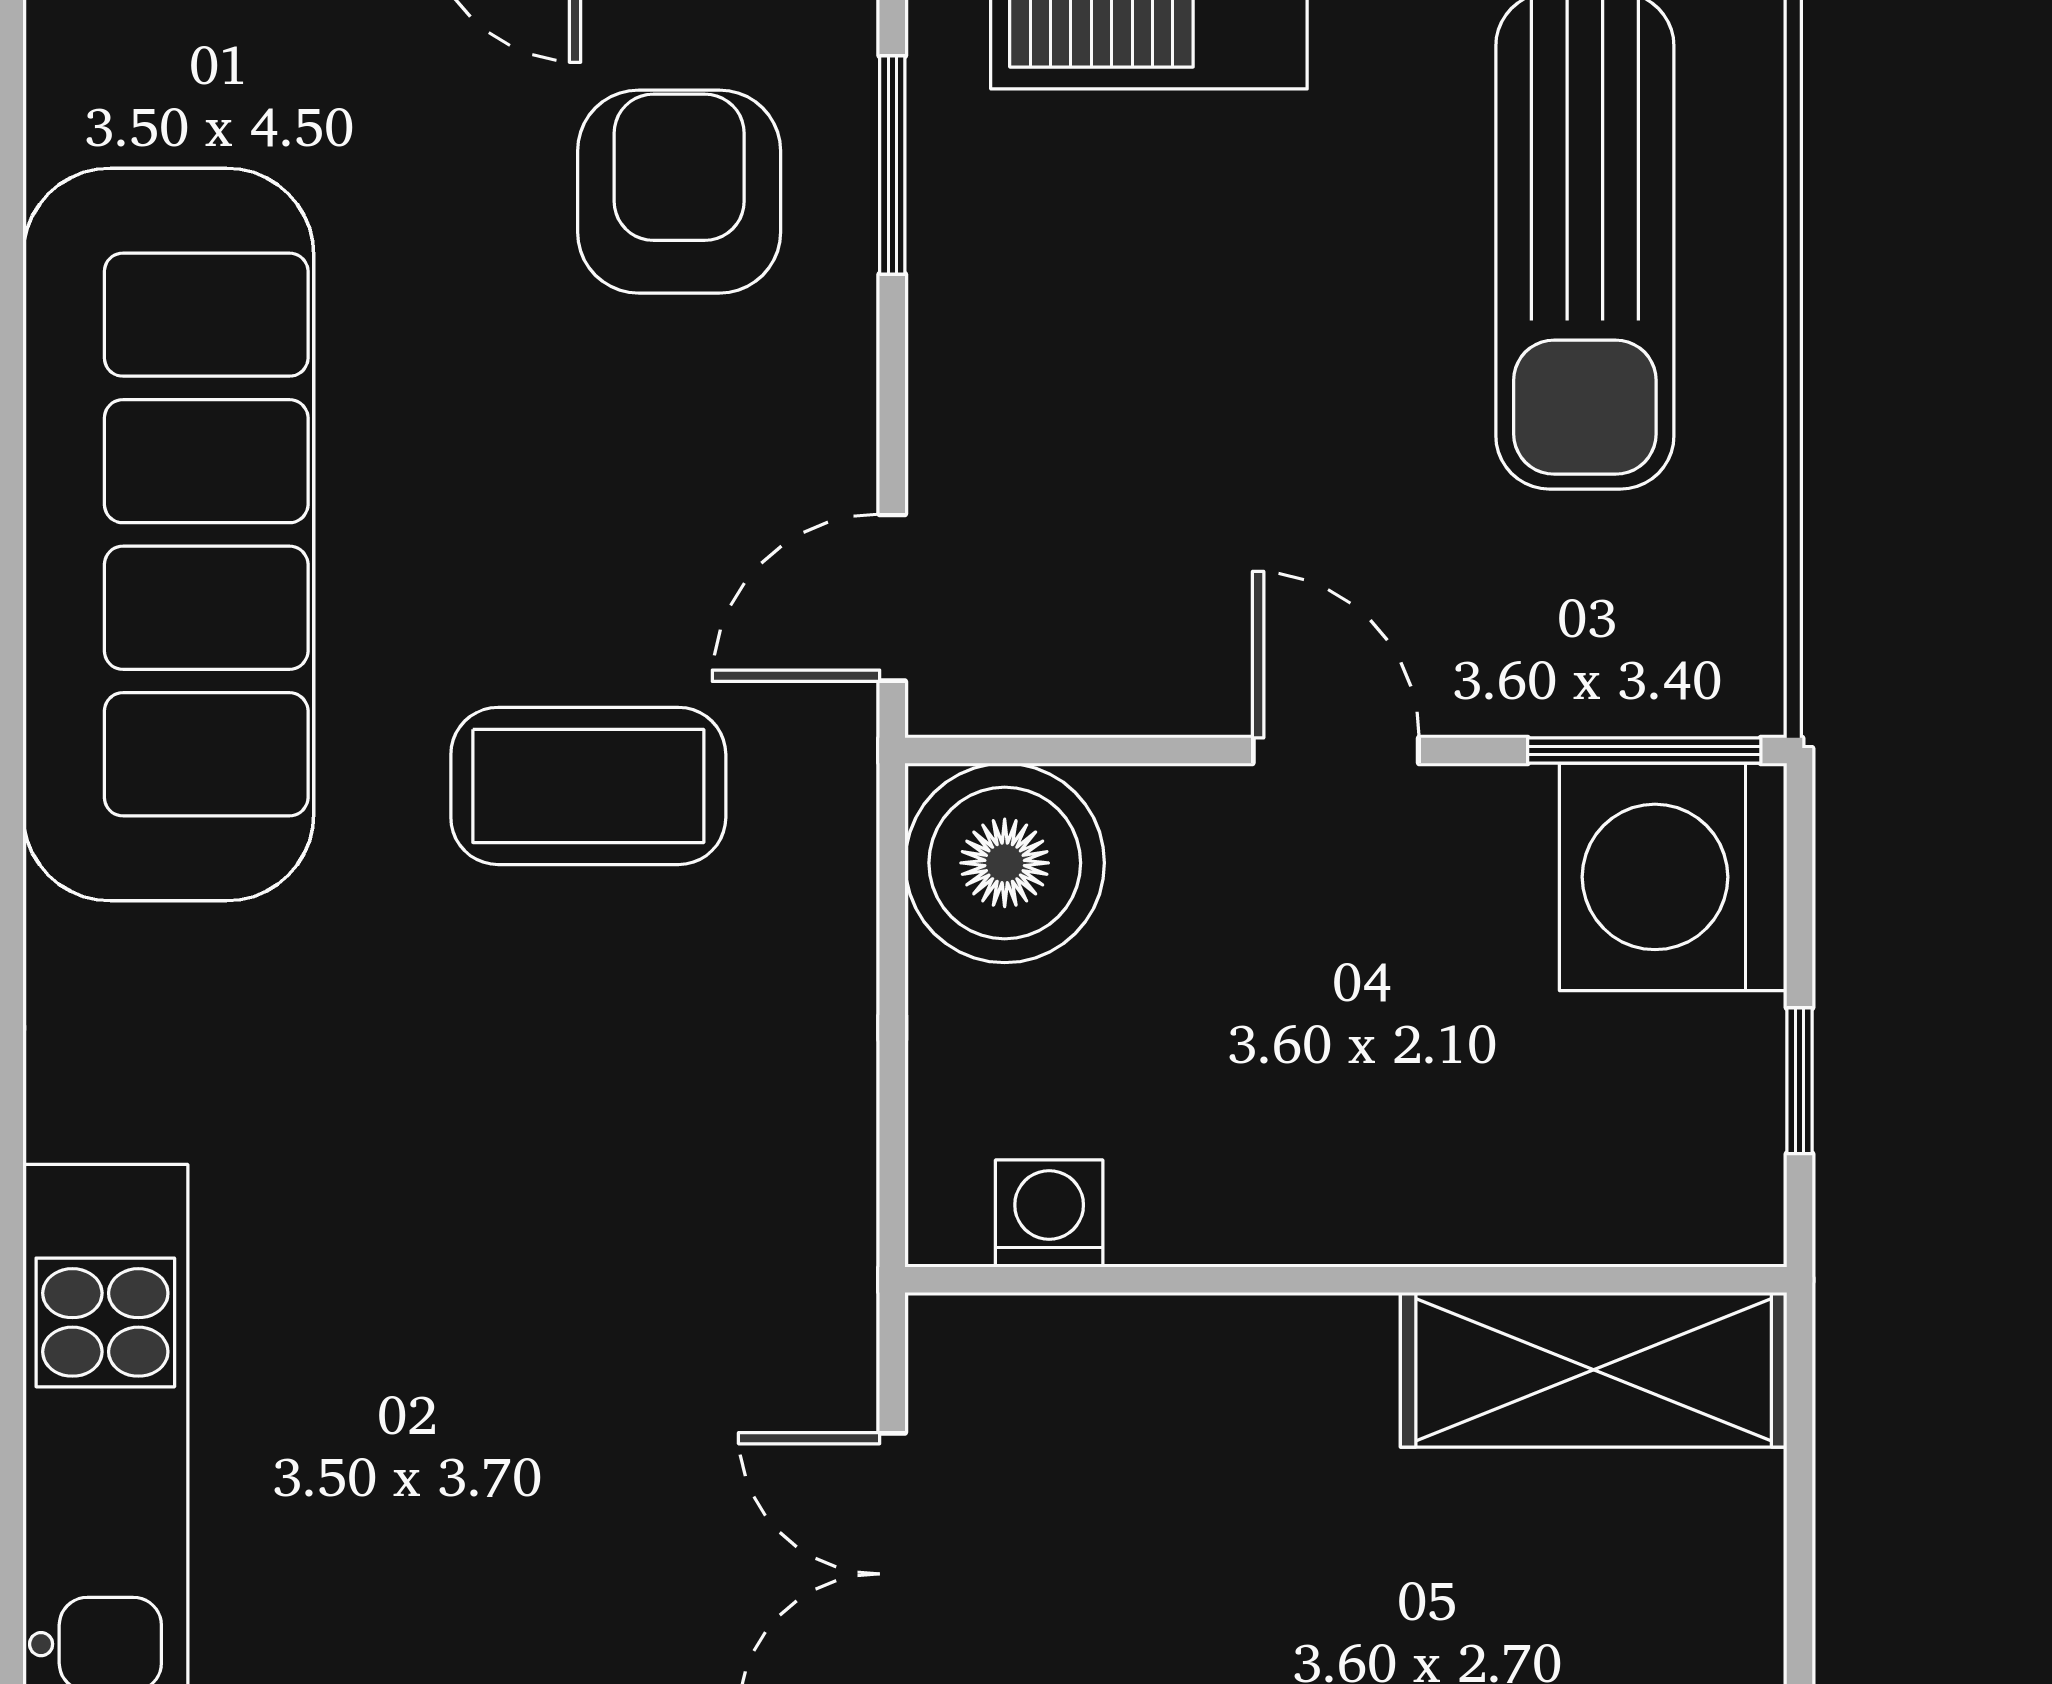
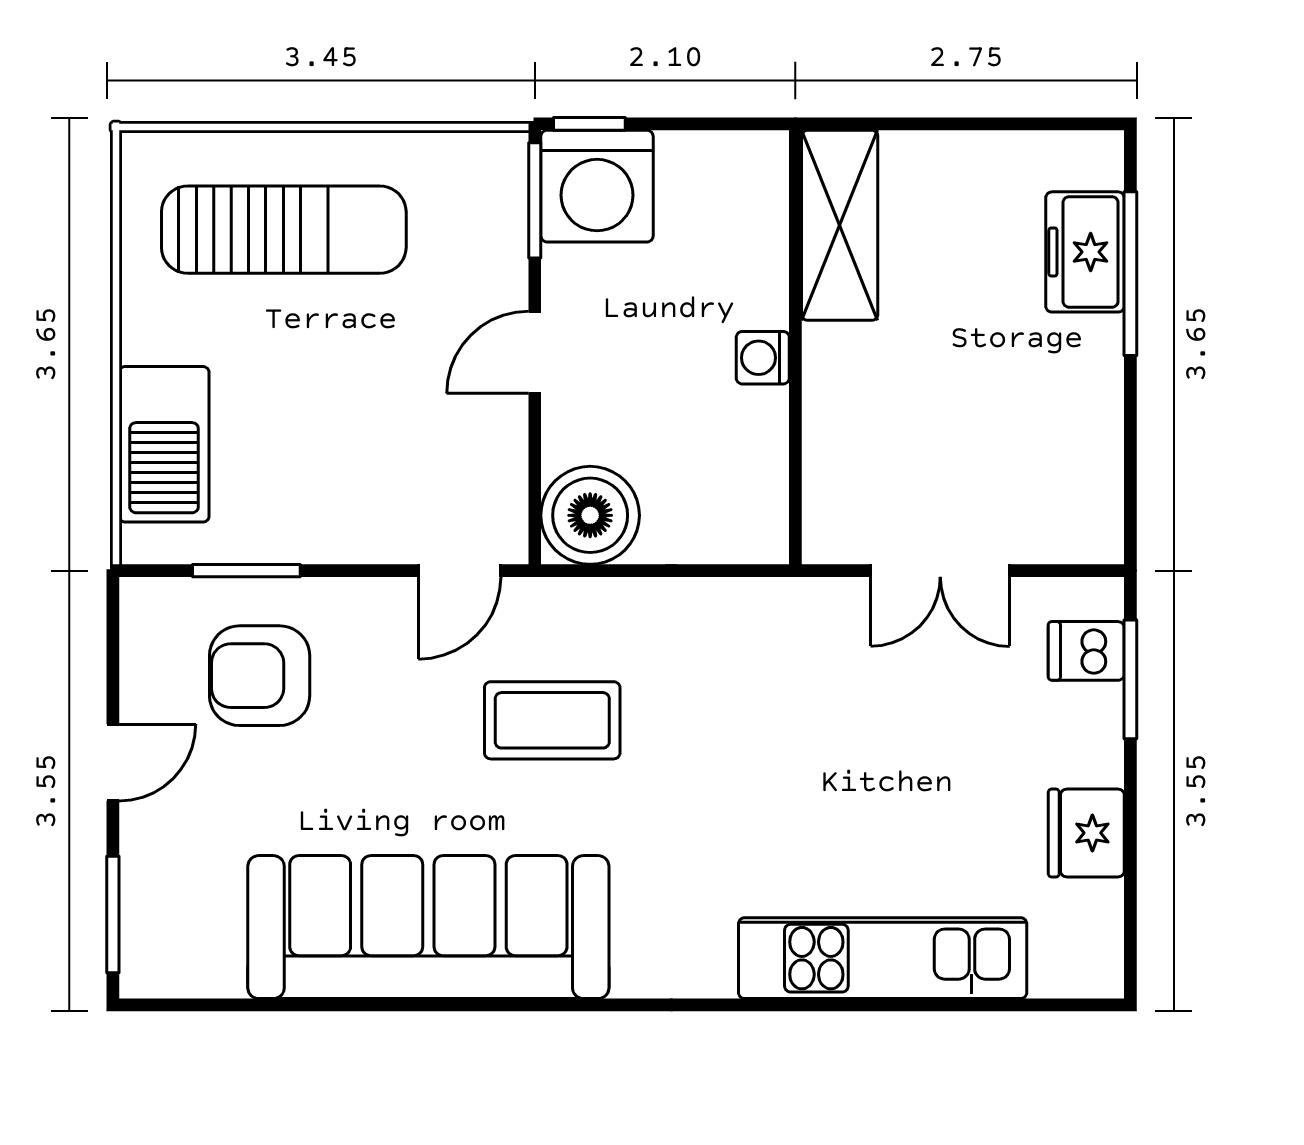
door: (892, 598) -> (460, 571), hinge flipped
coffee table: (588, 786) -> (552, 720), turned 90
window: (1800, 1081) -> (589, 124), moved
washing machine: (1049, 1214) -> (763, 358), moved

